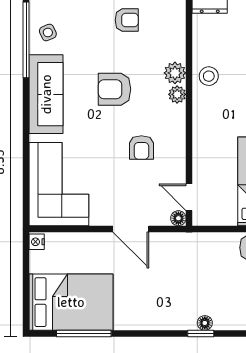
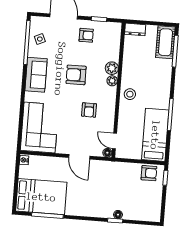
stool: (209, 76) -> (130, 94), moved
sofa: (46, 94) -> (36, 75), width x0.73

